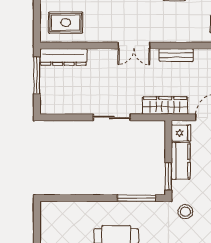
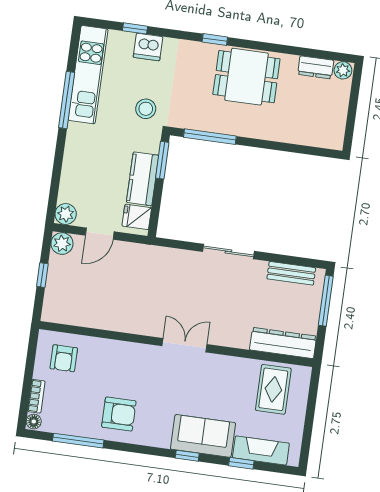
rug: (66, 23) -> (273, 389), turned 90
bench: (176, 55) -> (291, 273), moved
window: (37, 75) -> (326, 301), moved
wardrobe: (165, 106) -> (153, 257), removed

